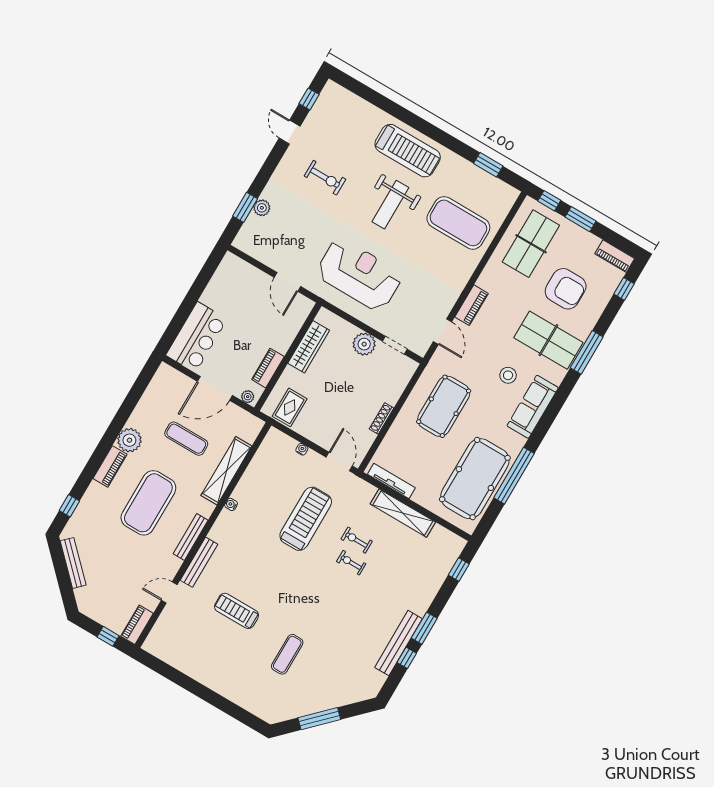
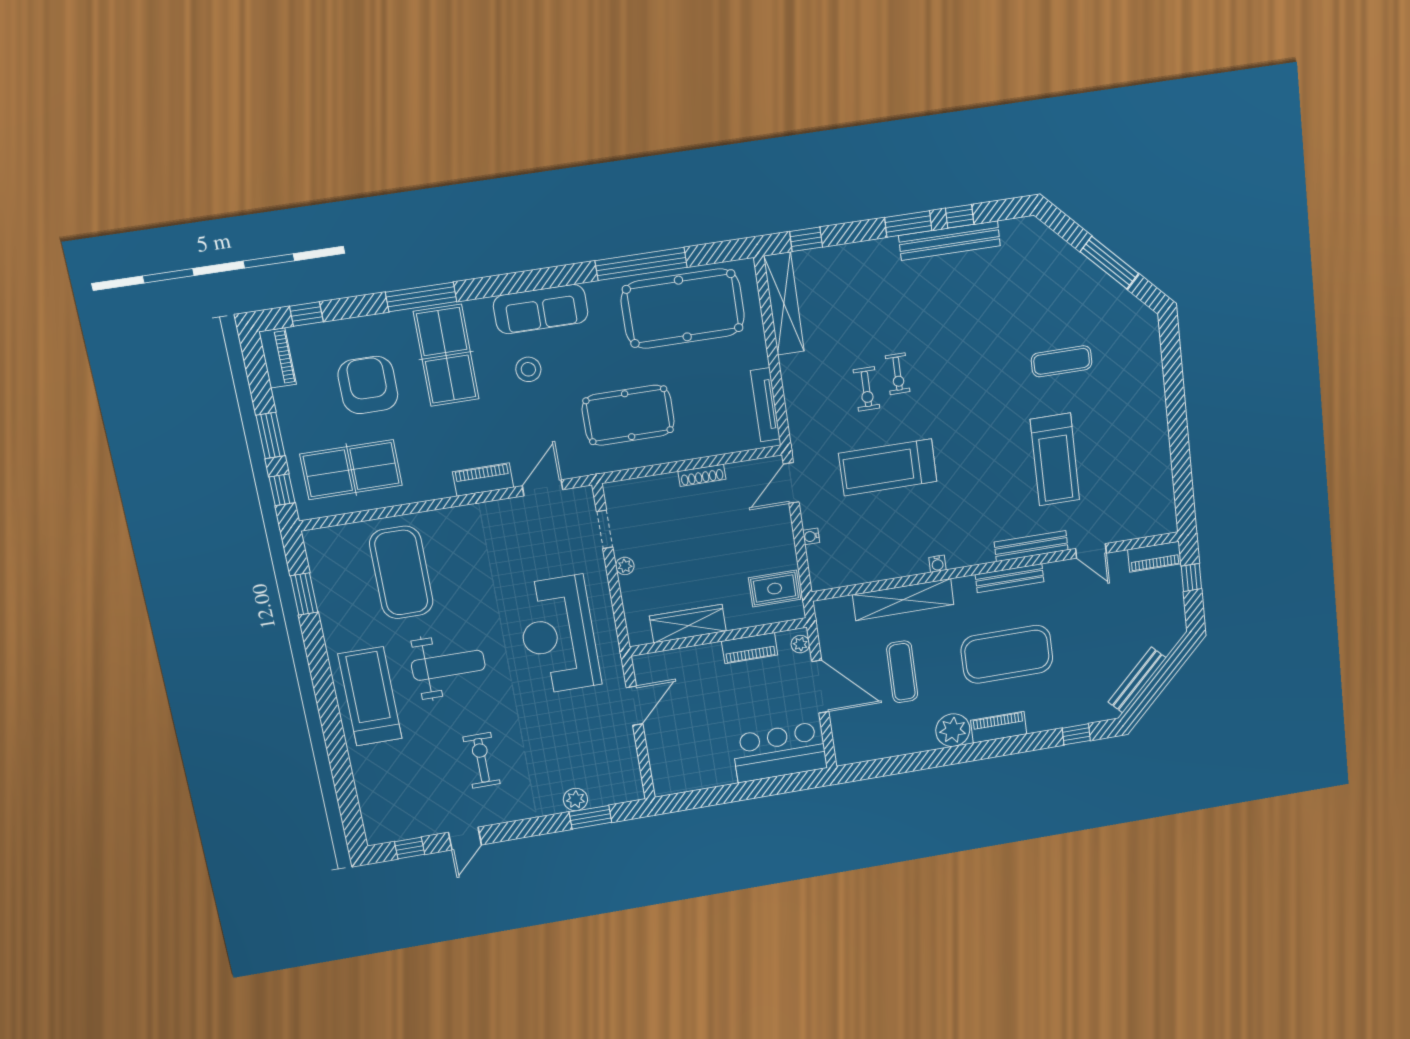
plant: (364, 344) -> (625, 566), width x0.53, depth x0.53
shelving: (403, 513) -> (784, 304), moved
treadmill: (237, 611) -> (1055, 460), width x1.37, depth x1.38

